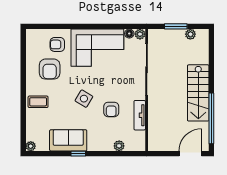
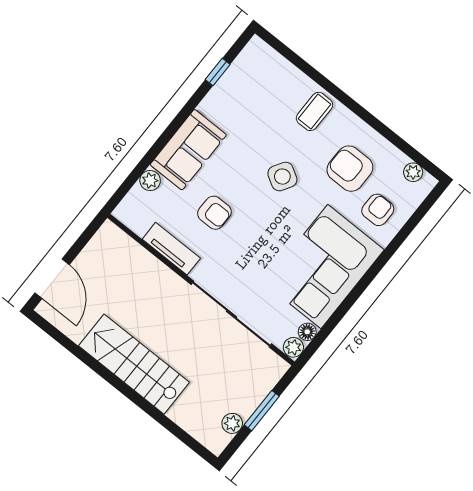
side table: (84, 99) -> (282, 177), moved
armchair: (111, 109) -> (214, 213), turned 180
window: (211, 118) -> (80, 353), removed
sofa: (68, 140) -> (188, 150), moved
plant: (31, 146) -> (413, 172), moved
window: (78, 154) -> (218, 72), moved

